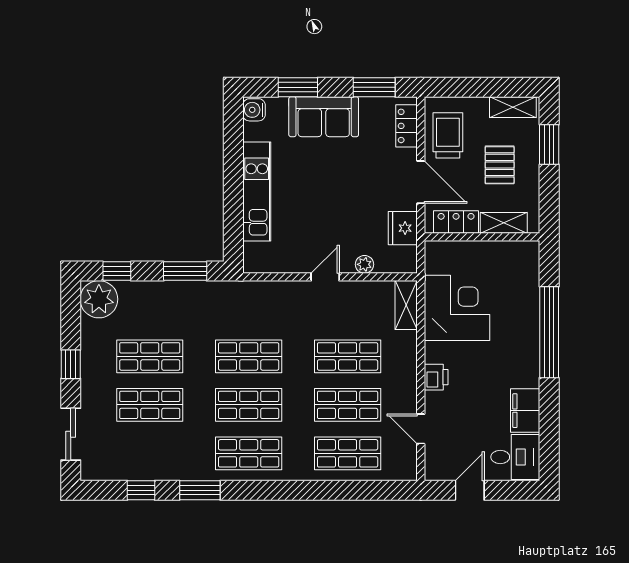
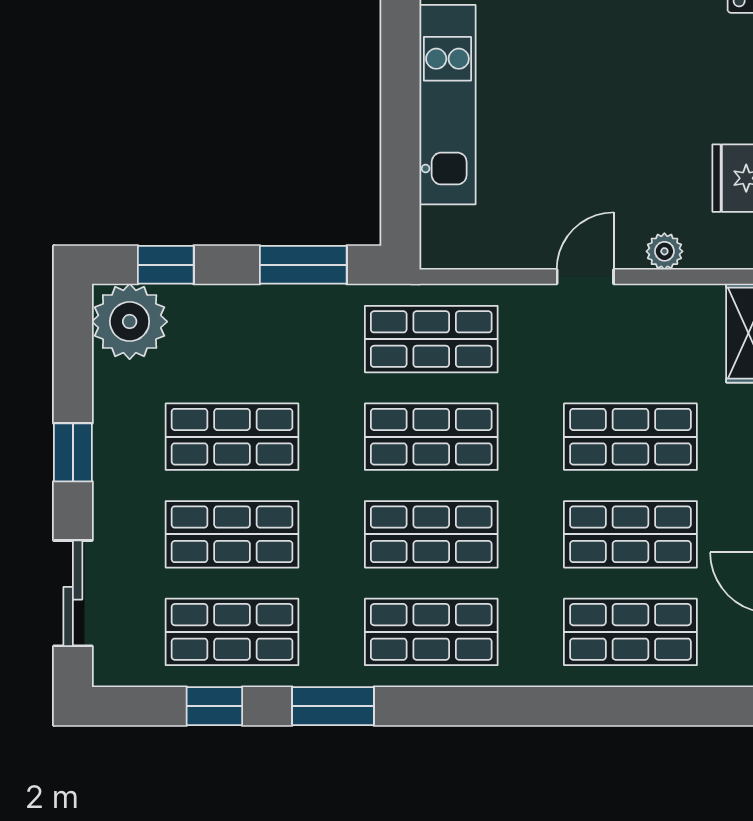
shop shelf: (249, 308) -> (431, 339), added
shop shelf: (150, 453) -> (232, 632), added

